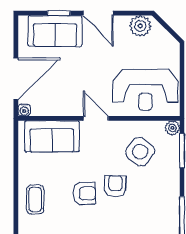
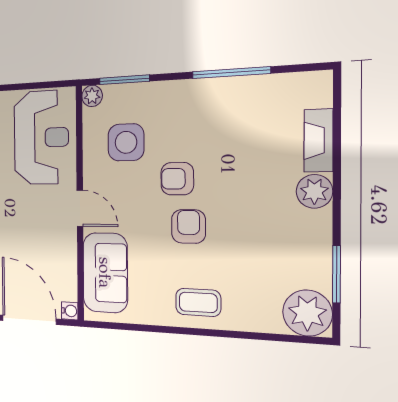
door: (96, 118) -> (80, 208), swing flipped
side table: (140, 152) -> (126, 142), turned -37

